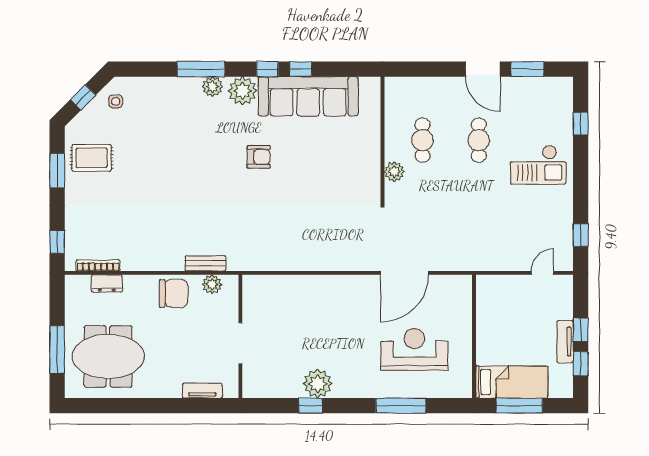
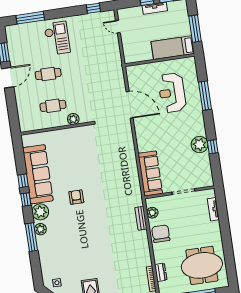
window: (581, 124) -> (30, 18), width x2.17
sofa: (280, 291) -> (150, 174), added
meeting table: (108, 356) -> (202, 265), turned 90
bed: (512, 382) -> (173, 48), moved, turned -90

